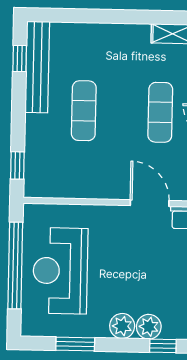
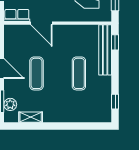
bench: (37, 67) -> (105, 50), moved

